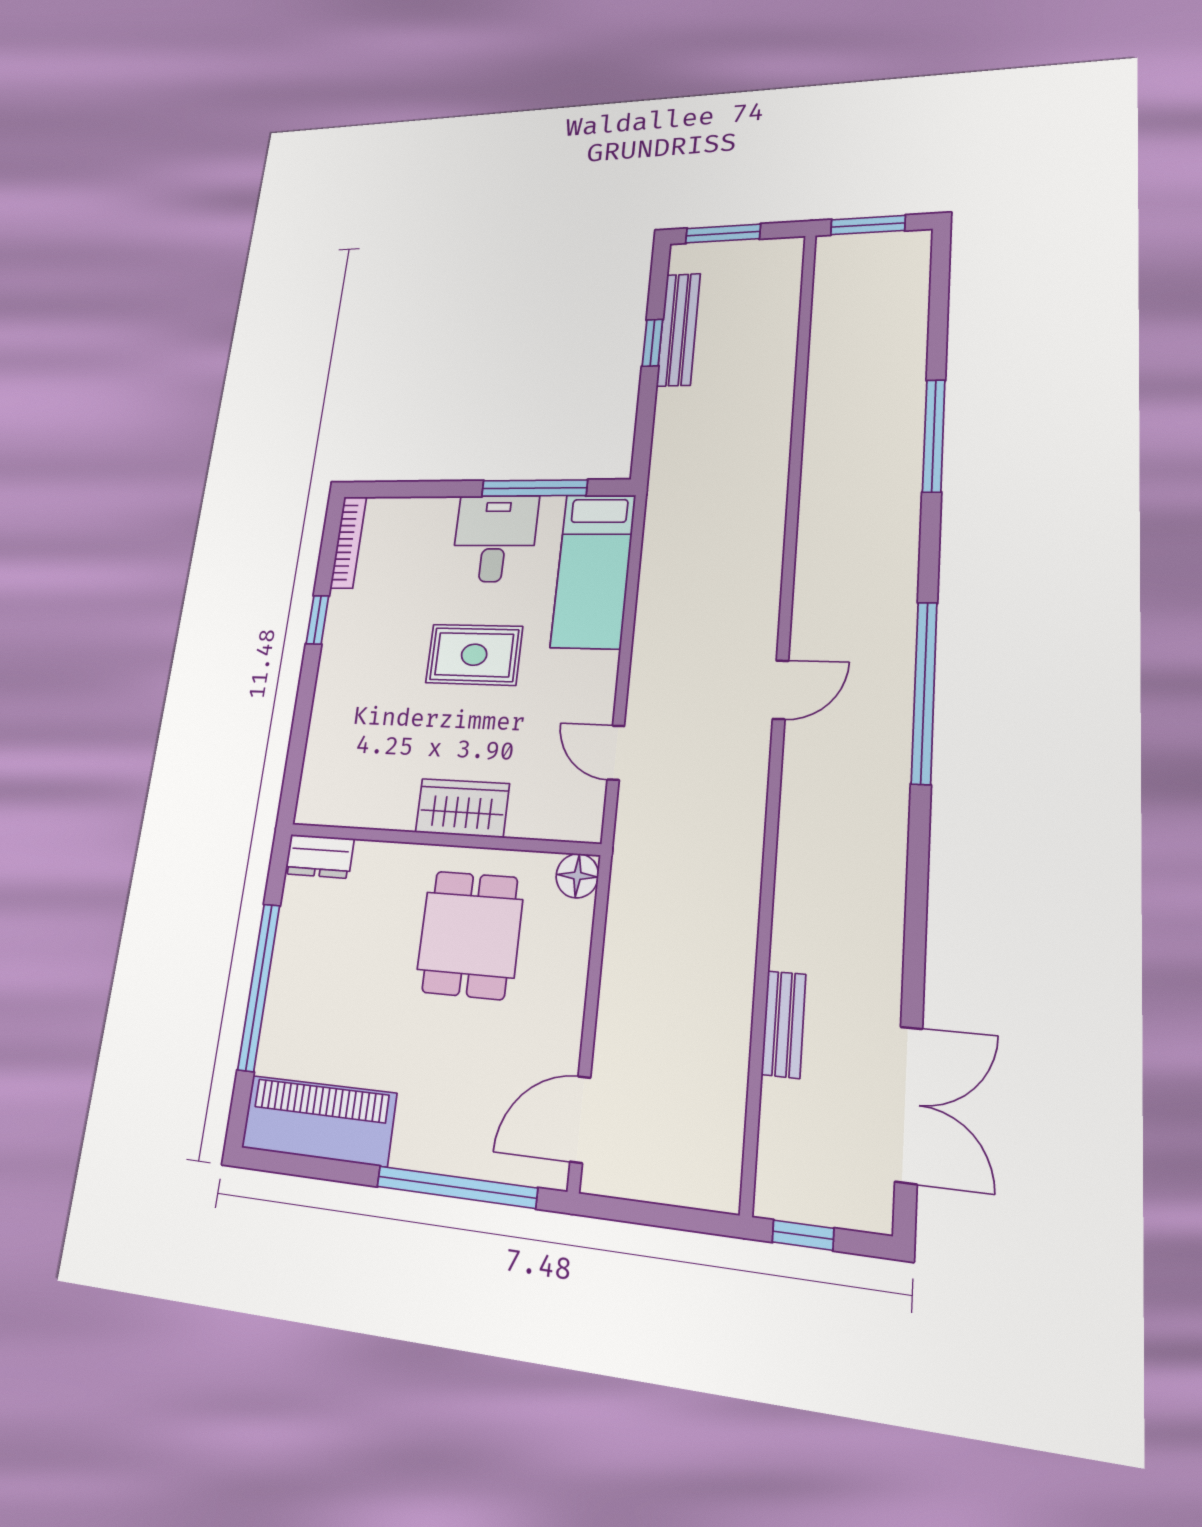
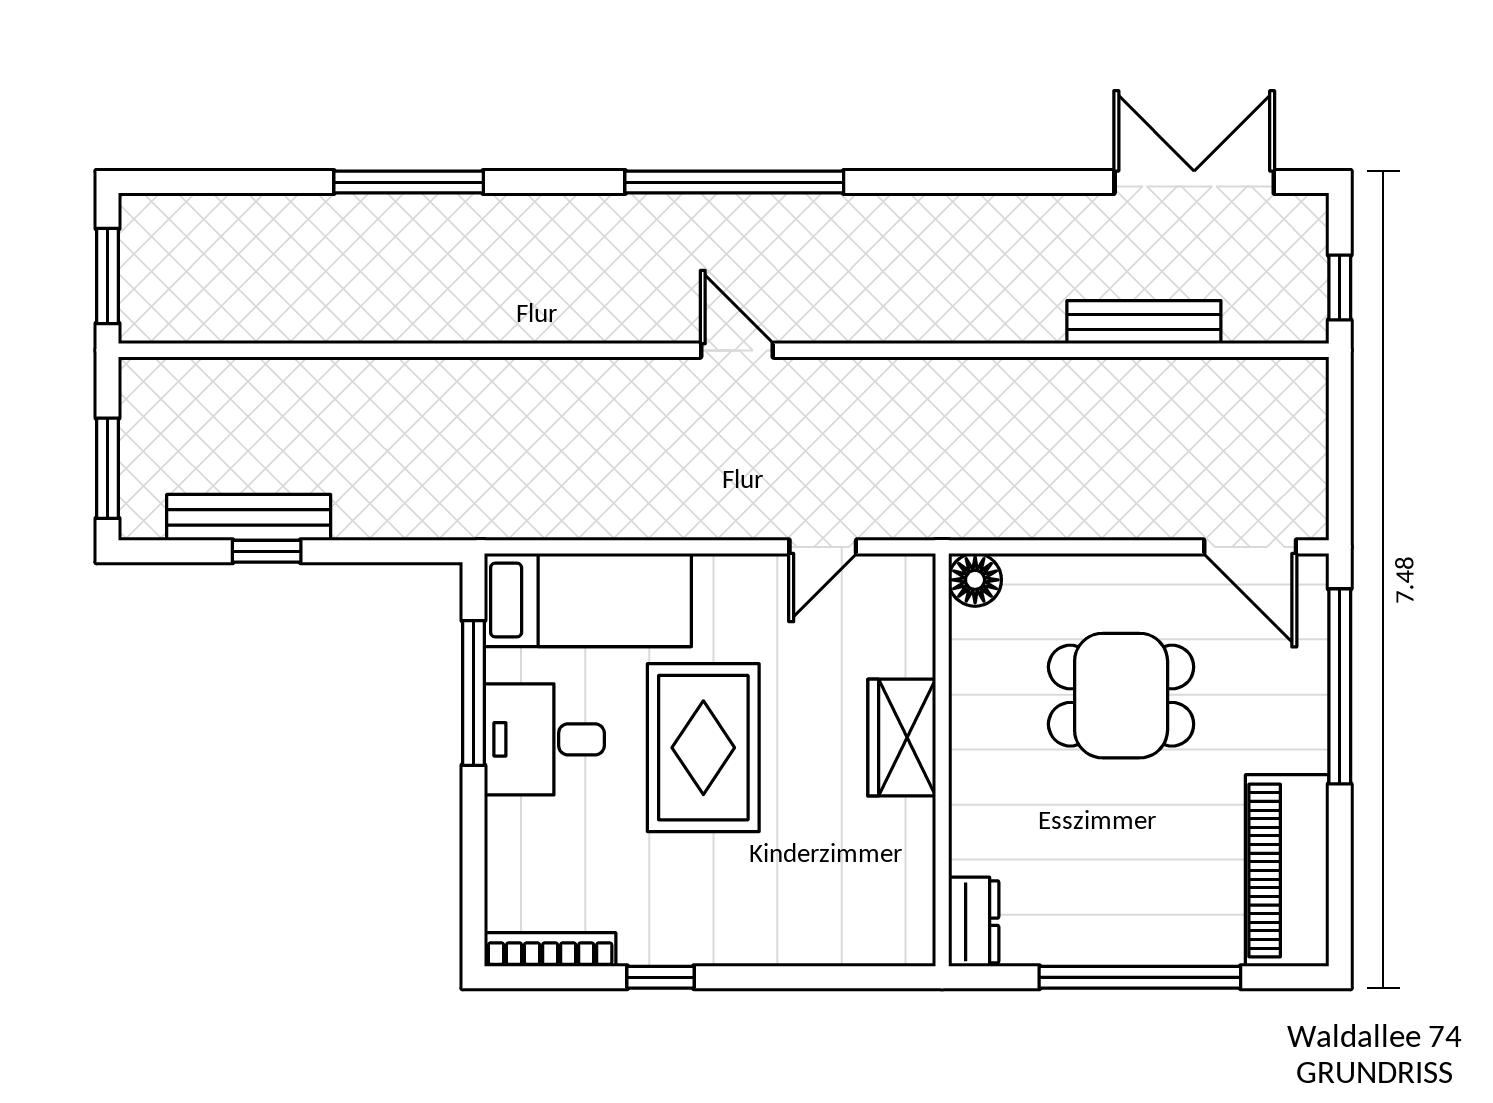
rug: (474, 655) -> (703, 748), width x1.36, depth x1.43
dining table: (470, 935) -> (1121, 696), moved
bench: (784, 1024) -> (1144, 322), width x1.36

